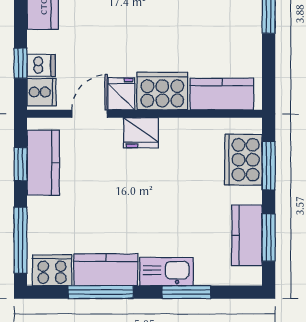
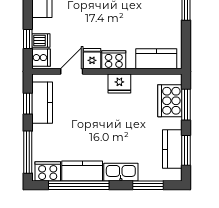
cooker: (162, 91) -> (114, 60), width x0.73, depth x0.76
fridge: (141, 133) -> (119, 84), moved
window: (101, 292) -> (79, 185), width x1.46
window: (186, 292) -> (148, 185), moved

